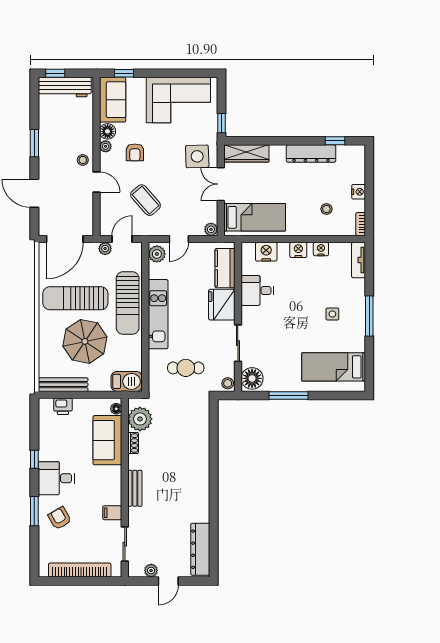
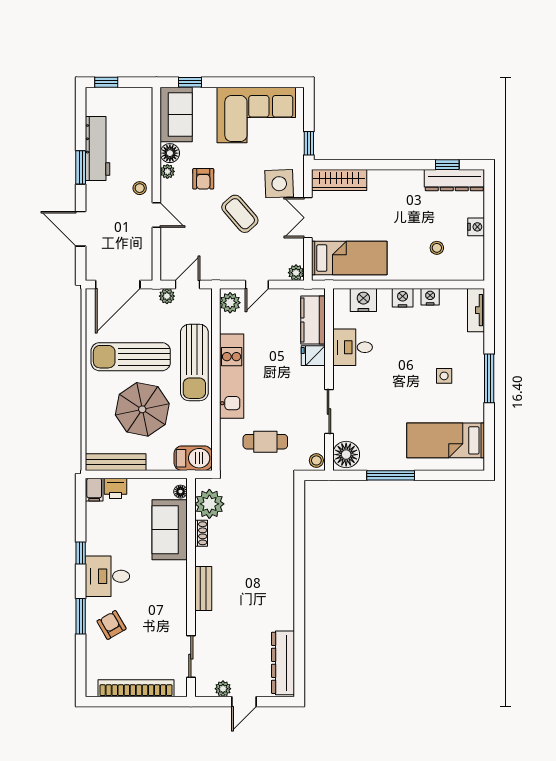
workbench: (65, 87) -> (98, 148), moved, turned -90
dresser: (311, 154) -> (454, 180), moved
coffee table: (146, 200) -> (240, 214), moved
bookcase: (361, 224) -> (479, 266), removed
fridge: (222, 305) -> (313, 356), width x0.53, depth x0.75
filing cabinet: (112, 513) -> (94, 490), moved, turned -90

